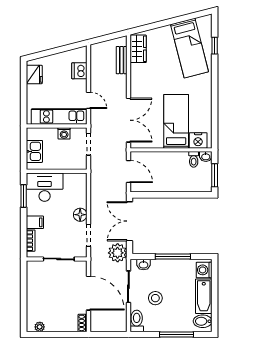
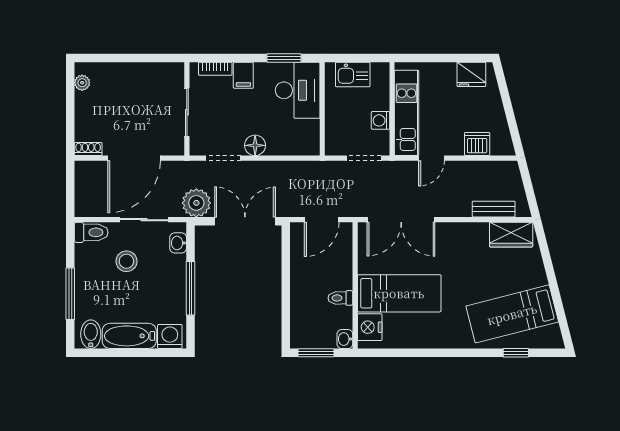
toilet: (194, 159) -> (340, 298), moved

